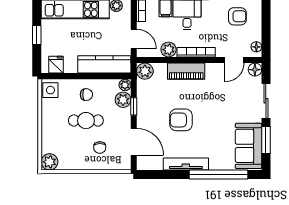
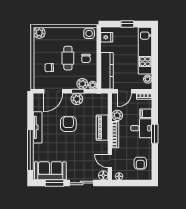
plant: (145, 71) -> (77, 99), moved

